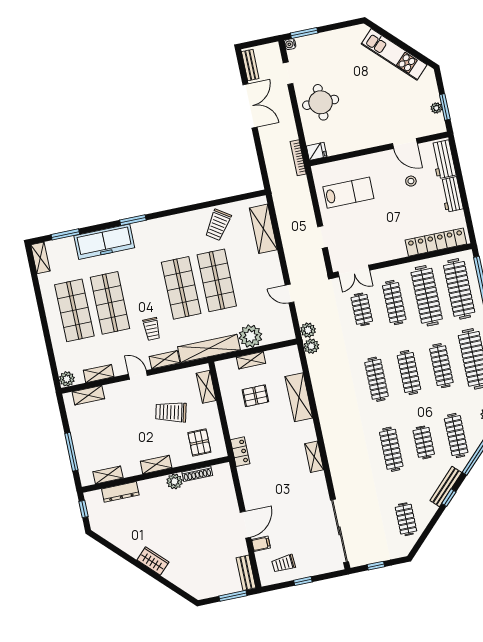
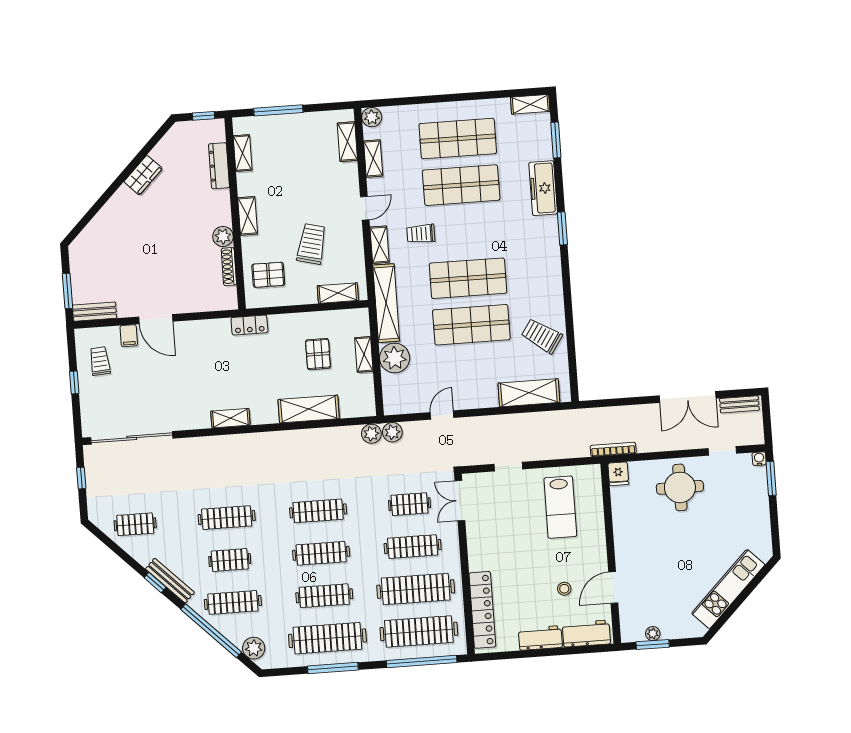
freezer: (104, 242) -> (543, 188), width x0.73, depth x0.79
wardrobe: (153, 561) -> (143, 175), moved

